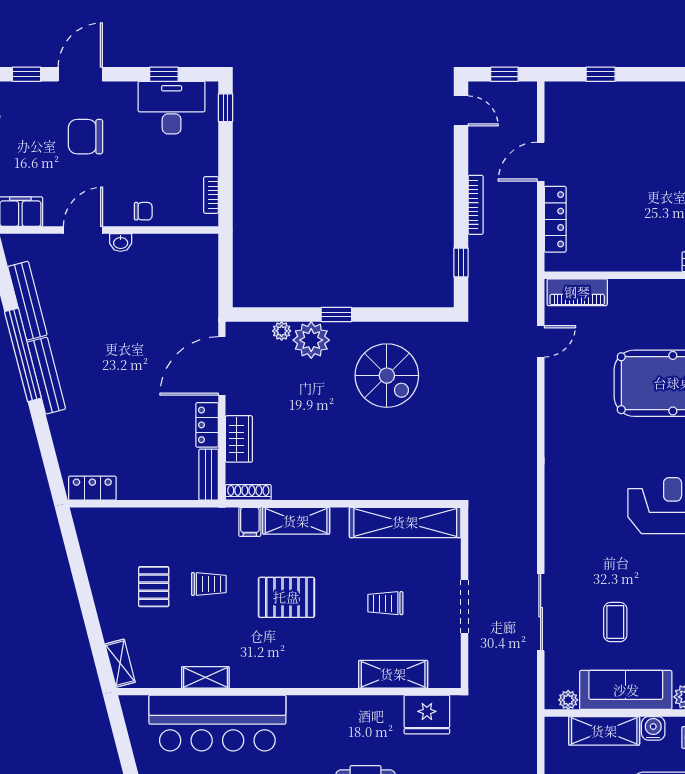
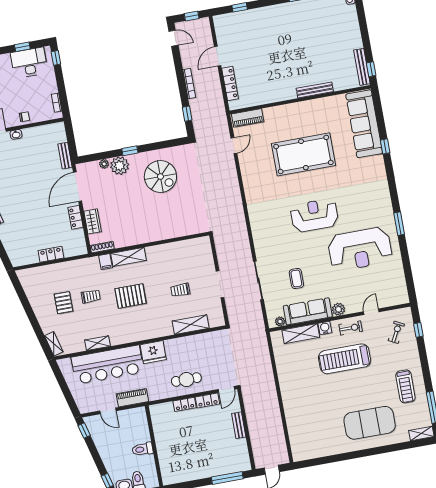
bench: (209, 475) -> (65, 156), moved
locker: (92, 488) -> (51, 254), moved
shelving: (405, 522) -> (183, 248), removed
fridge: (427, 715) -> (153, 352), moved

